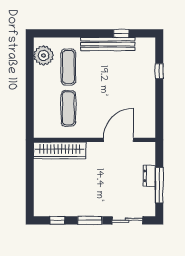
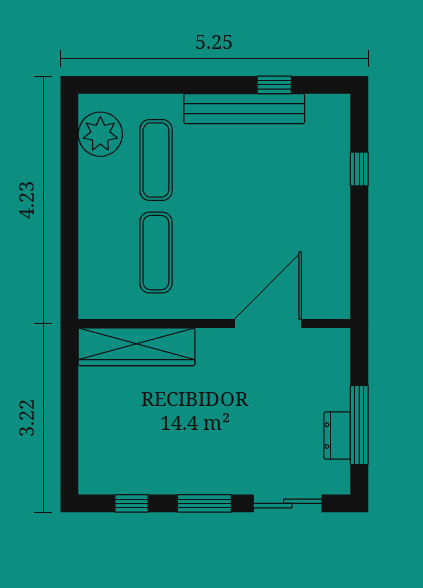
dresser: (149, 176) -> (337, 436), moved

